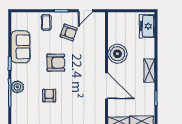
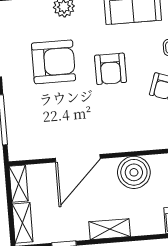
armchair: (49, 96) -> (53, 62), width x1.88, depth x1.88

